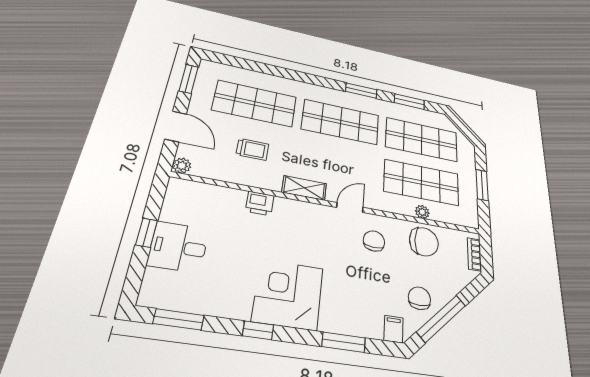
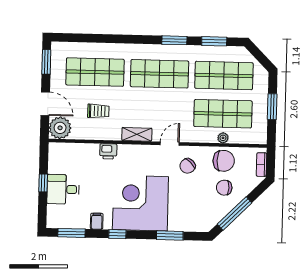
plant: (182, 166) -> (60, 128), width x1.87, depth x1.87
chair: (374, 241) -> (188, 166), turned -138
corner desk: (288, 294) -> (140, 203), width x1.36, depth x1.36
chair: (419, 298) -> (224, 188), moved, turned -90
filing cabinet: (393, 329) -> (97, 221), moved

